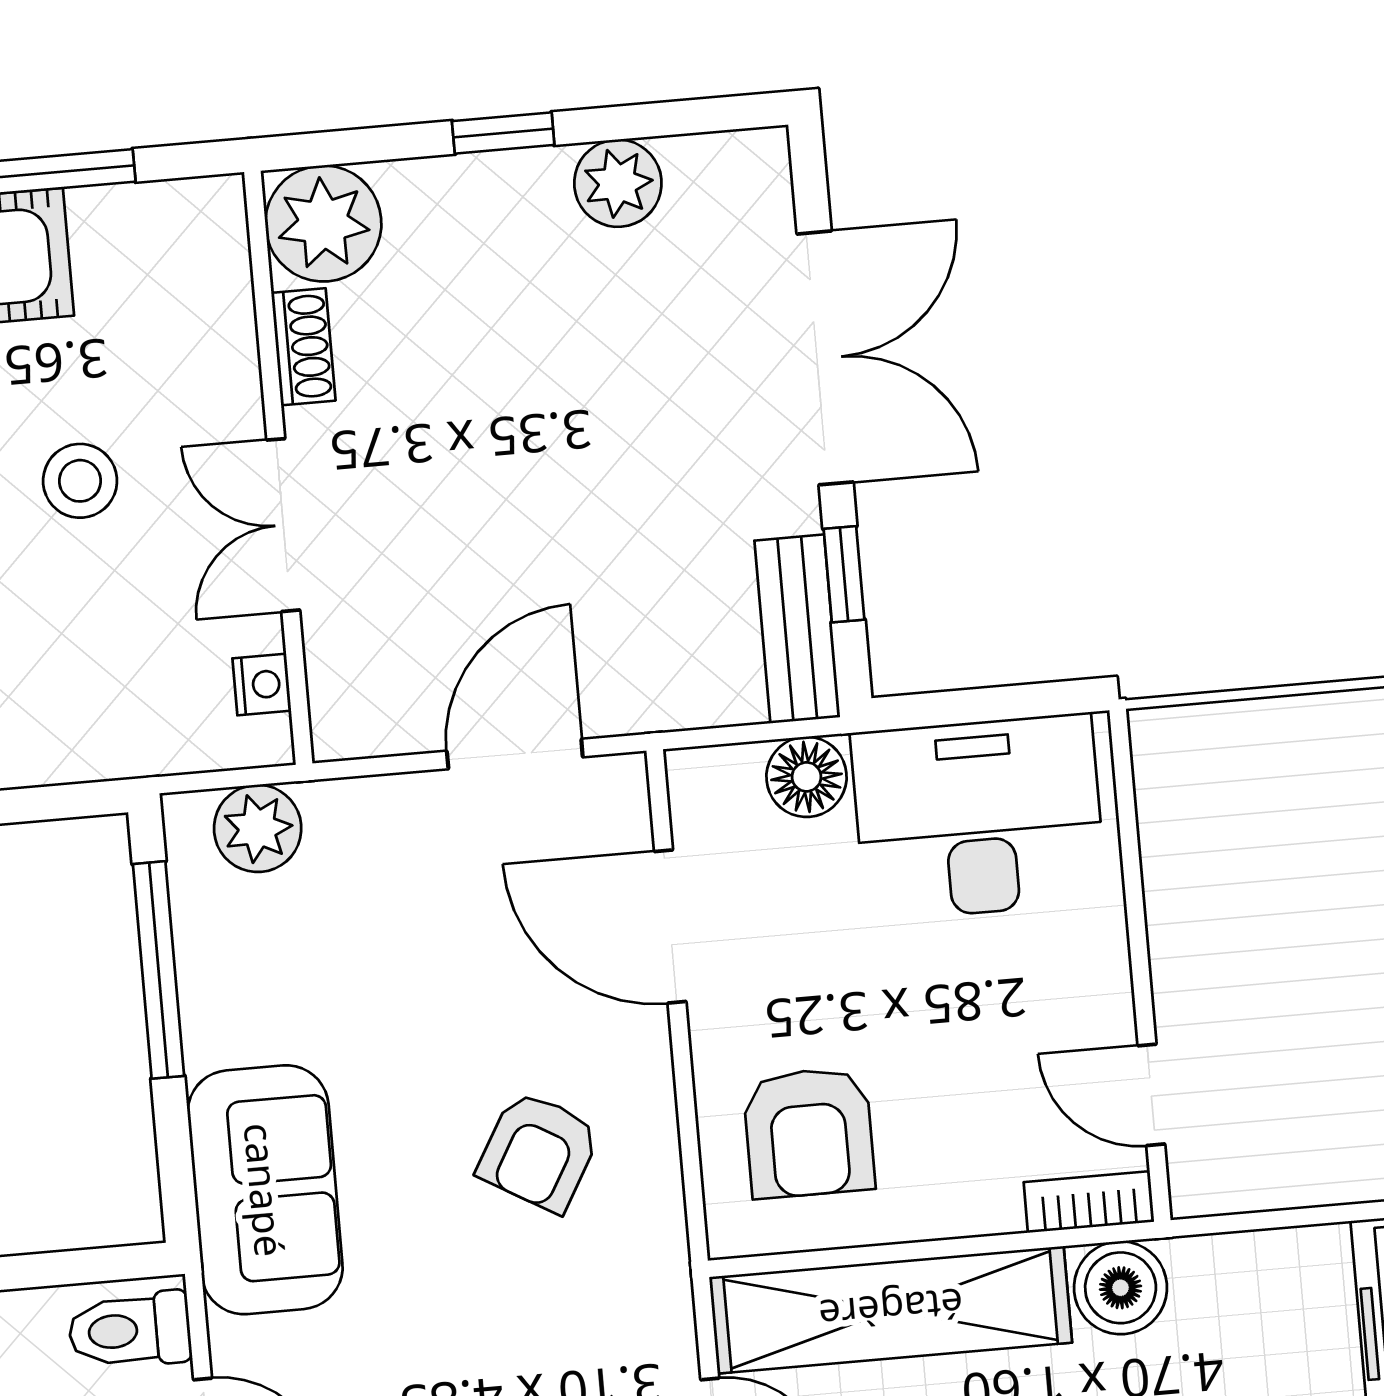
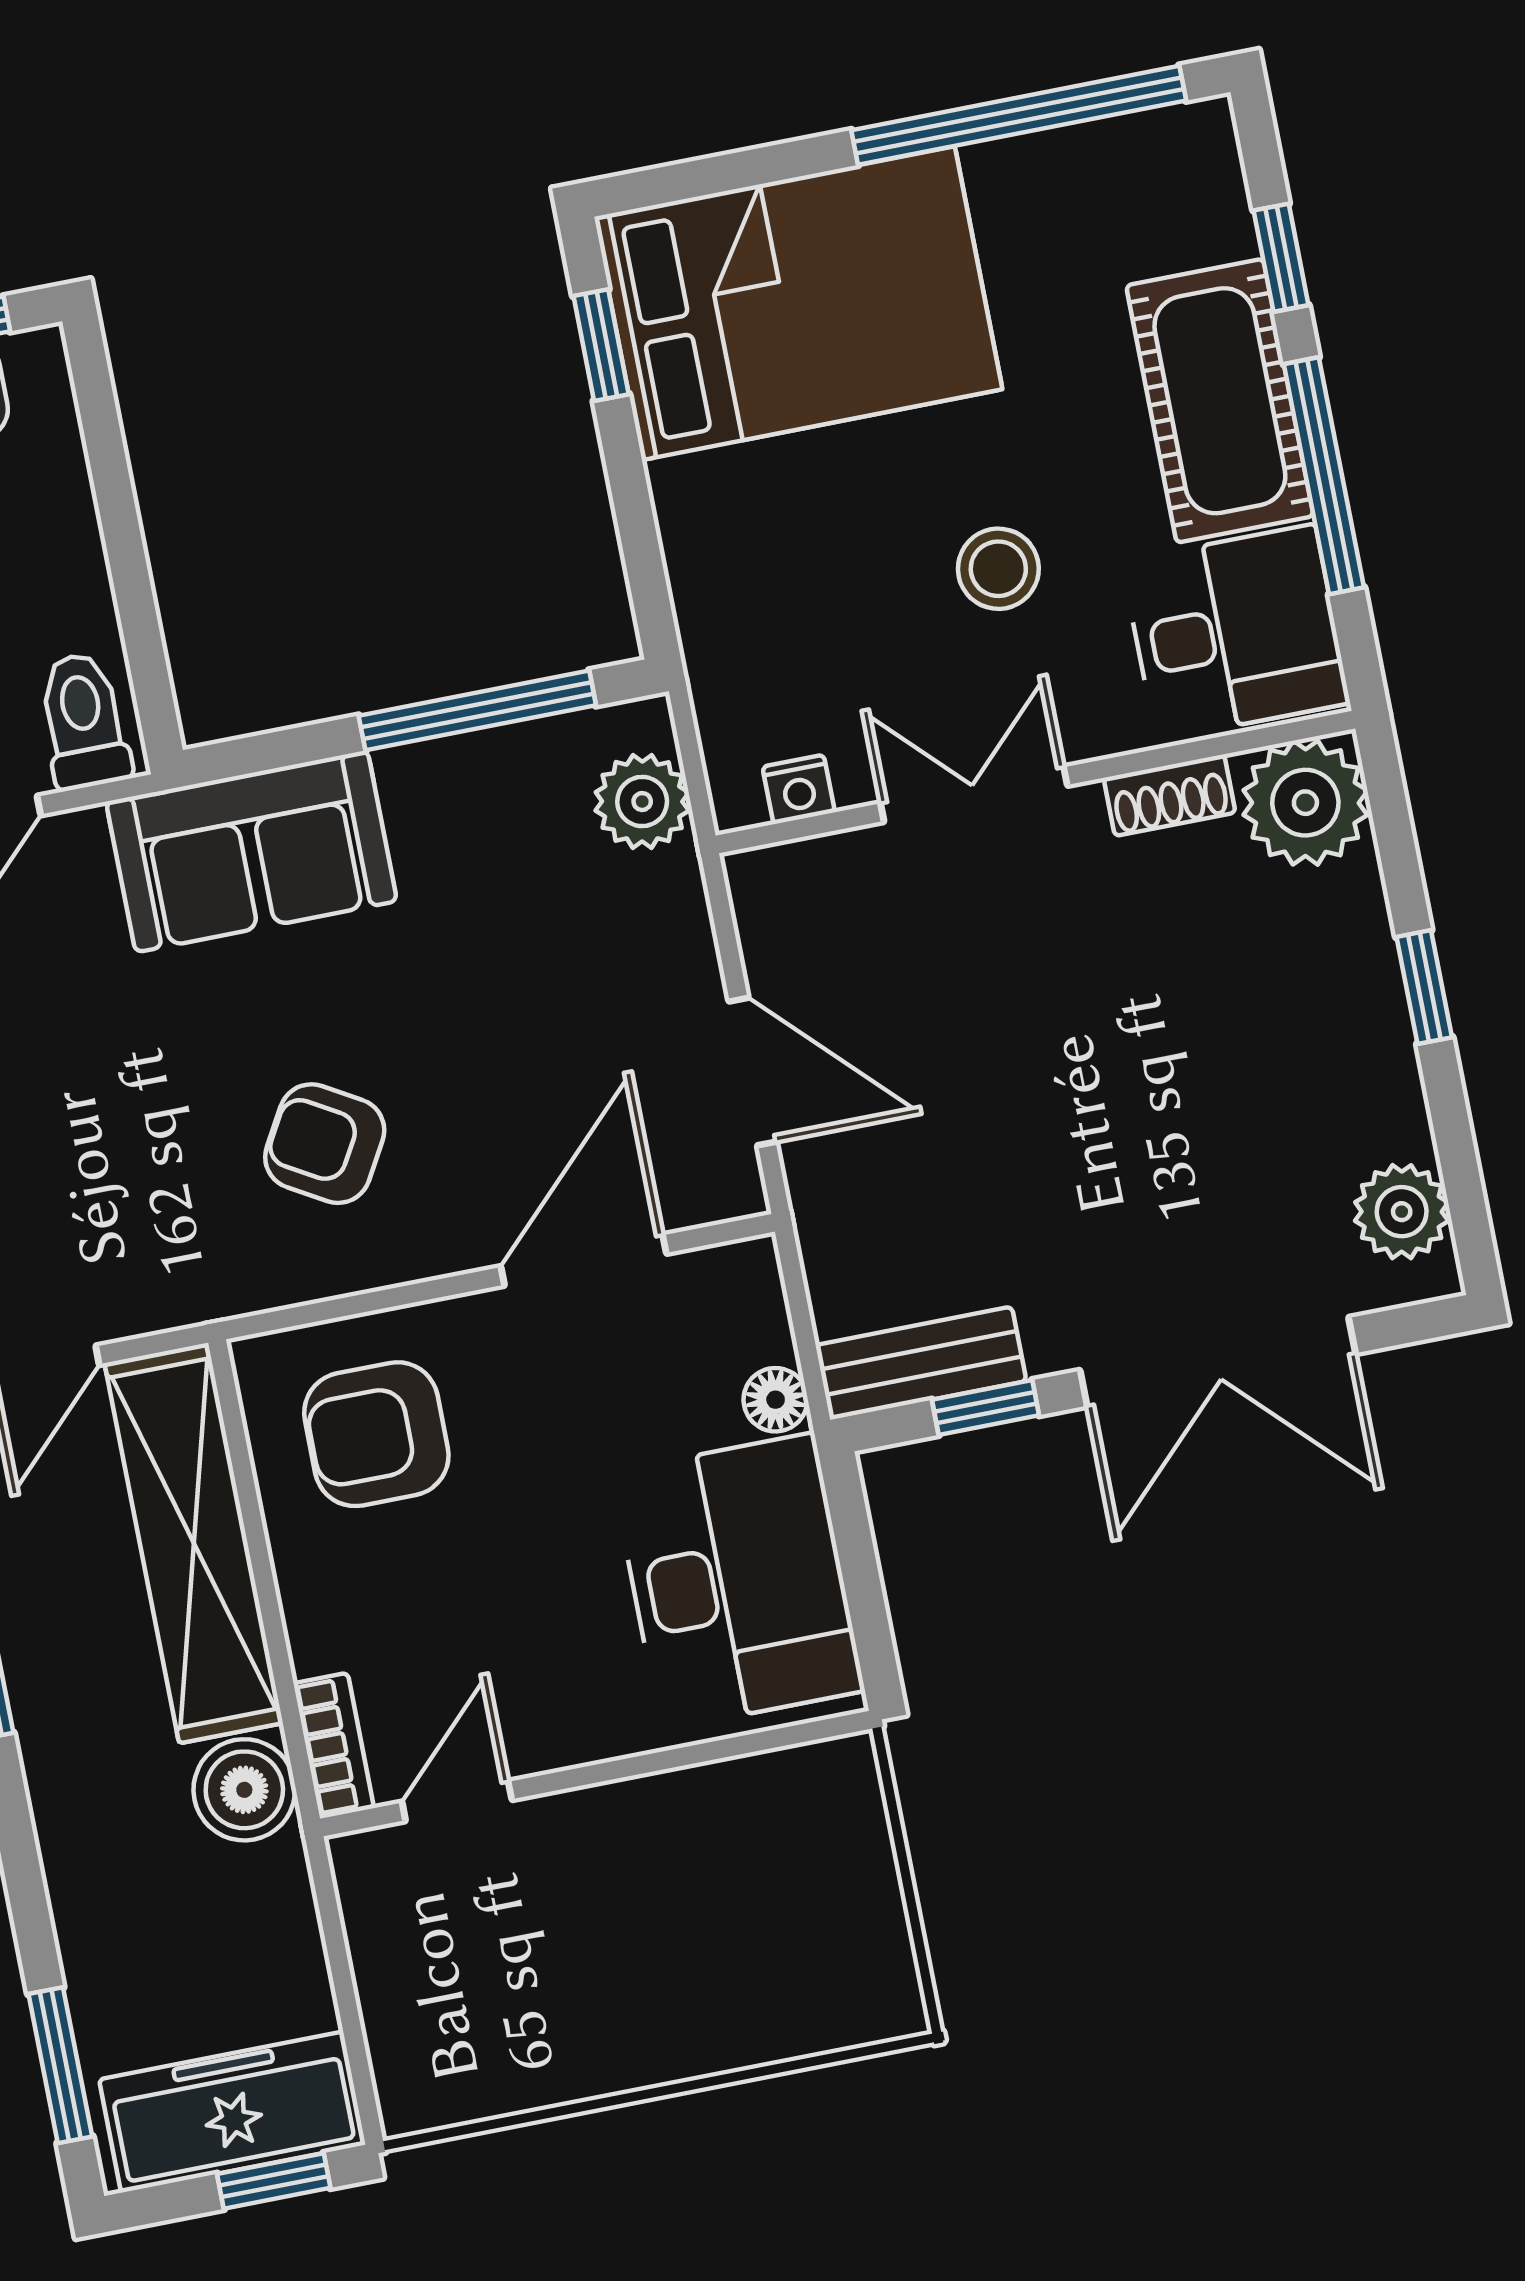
plant: (618, 183) -> (1402, 1212), moved
desk: (161, 270) -> (1236, 632), added
floor lamp: (807, 777) -> (776, 1400), width x0.73, depth x0.73

